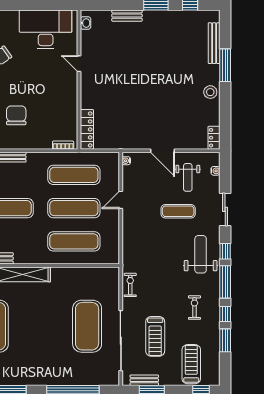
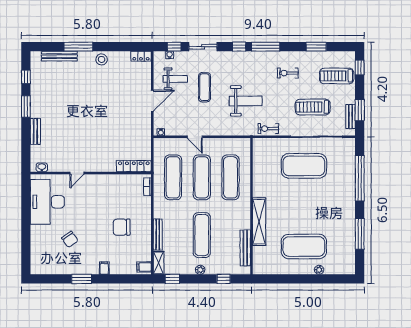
weight bench: (201, 254) -> (246, 101), moved, turned 180
window: (225, 314) -> (174, 47), moved
treadmill: (155, 336) -> (313, 107), turned 180

